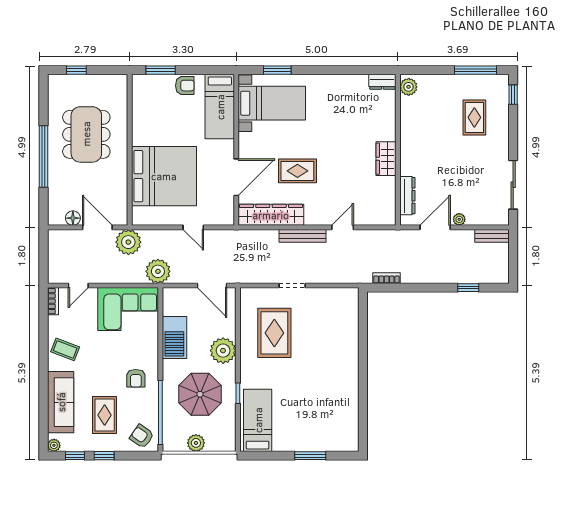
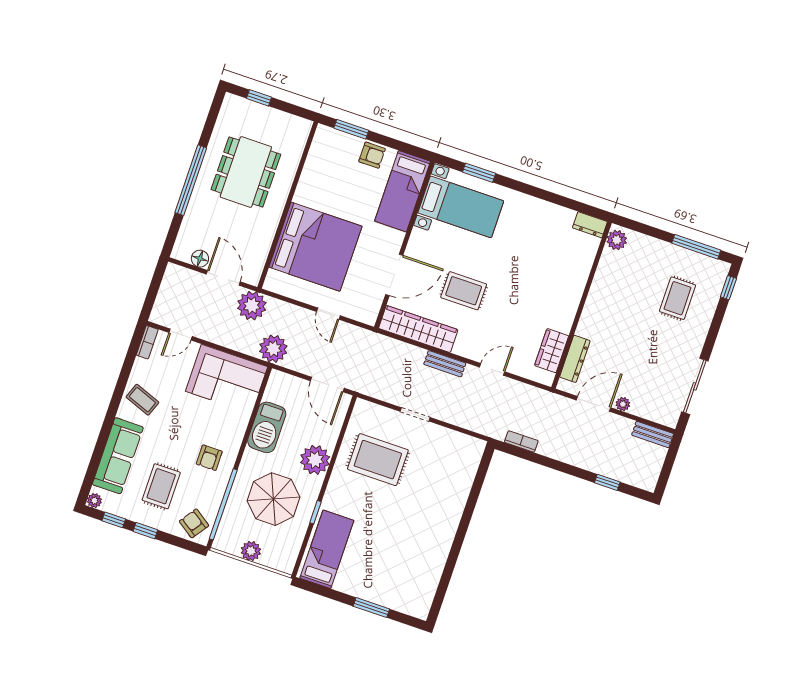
wardrobe: (386, 159) -> (552, 351), moved
bench: (302, 236) -> (445, 364), width x0.73
rug: (274, 333) -> (378, 460), turned 90

